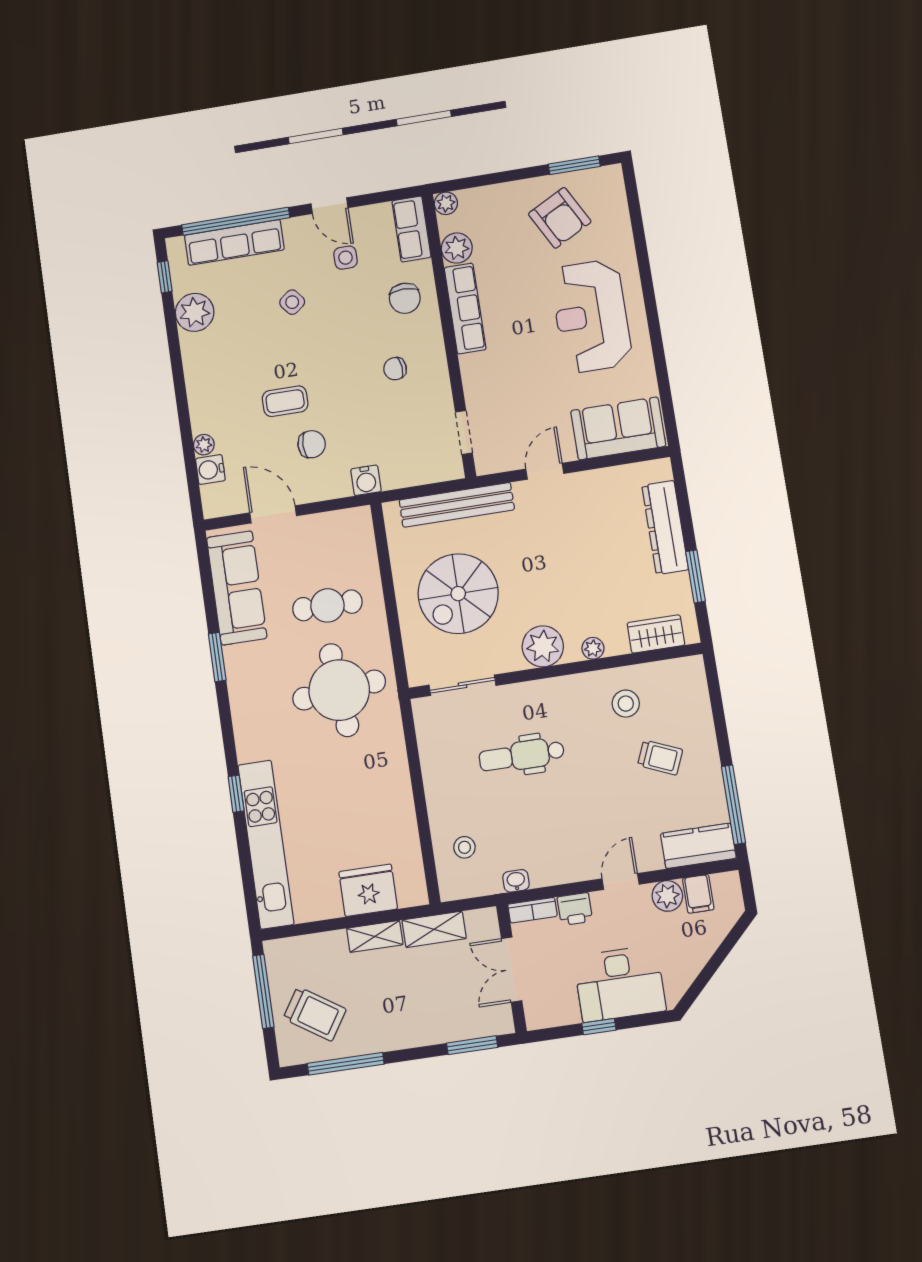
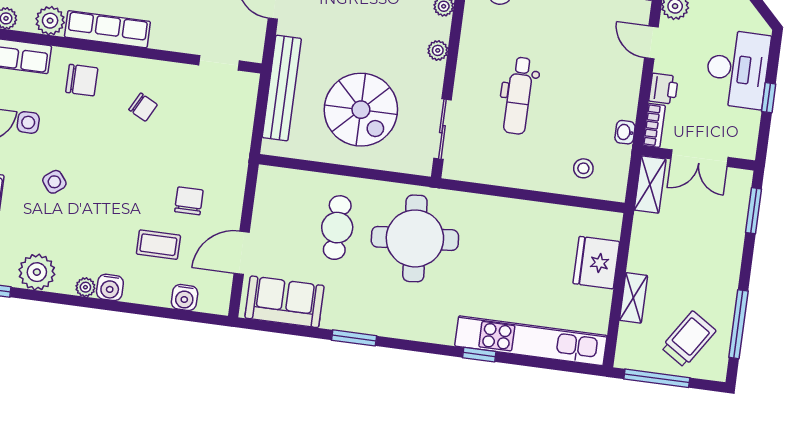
chair: (395, 369) -> (143, 107), turned -56
coffee table: (285, 401) -> (158, 245), moved, turned 90
plant: (204, 445) -> (85, 287), moved
water cooler: (366, 480) -> (110, 287), moved, turned 90
sofa: (237, 588) -> (284, 302), width x0.73
plant: (543, 646) -> (438, 50), width x0.53, depth x0.53
shelving: (434, 929) -> (650, 184), moved
shelving: (375, 936) -> (633, 298), moved

